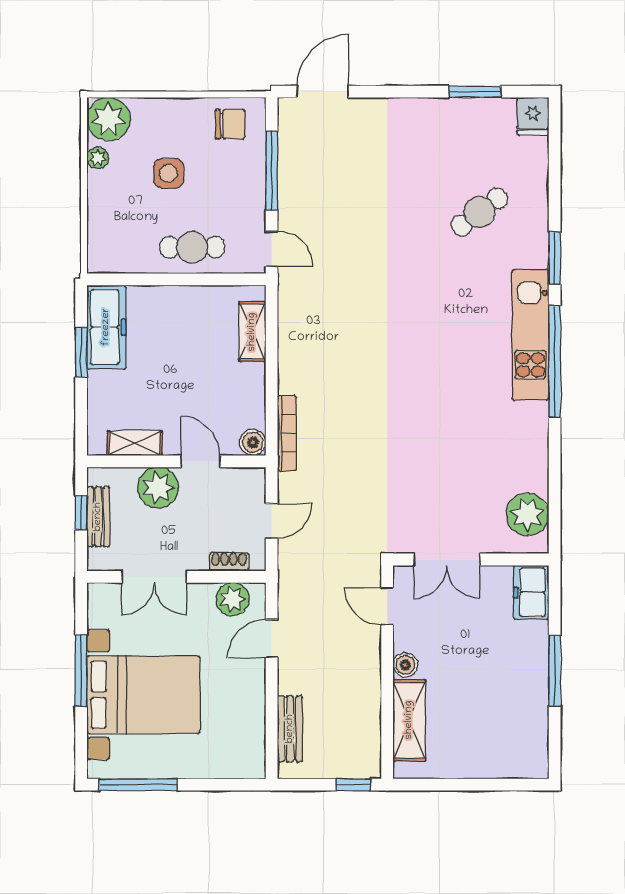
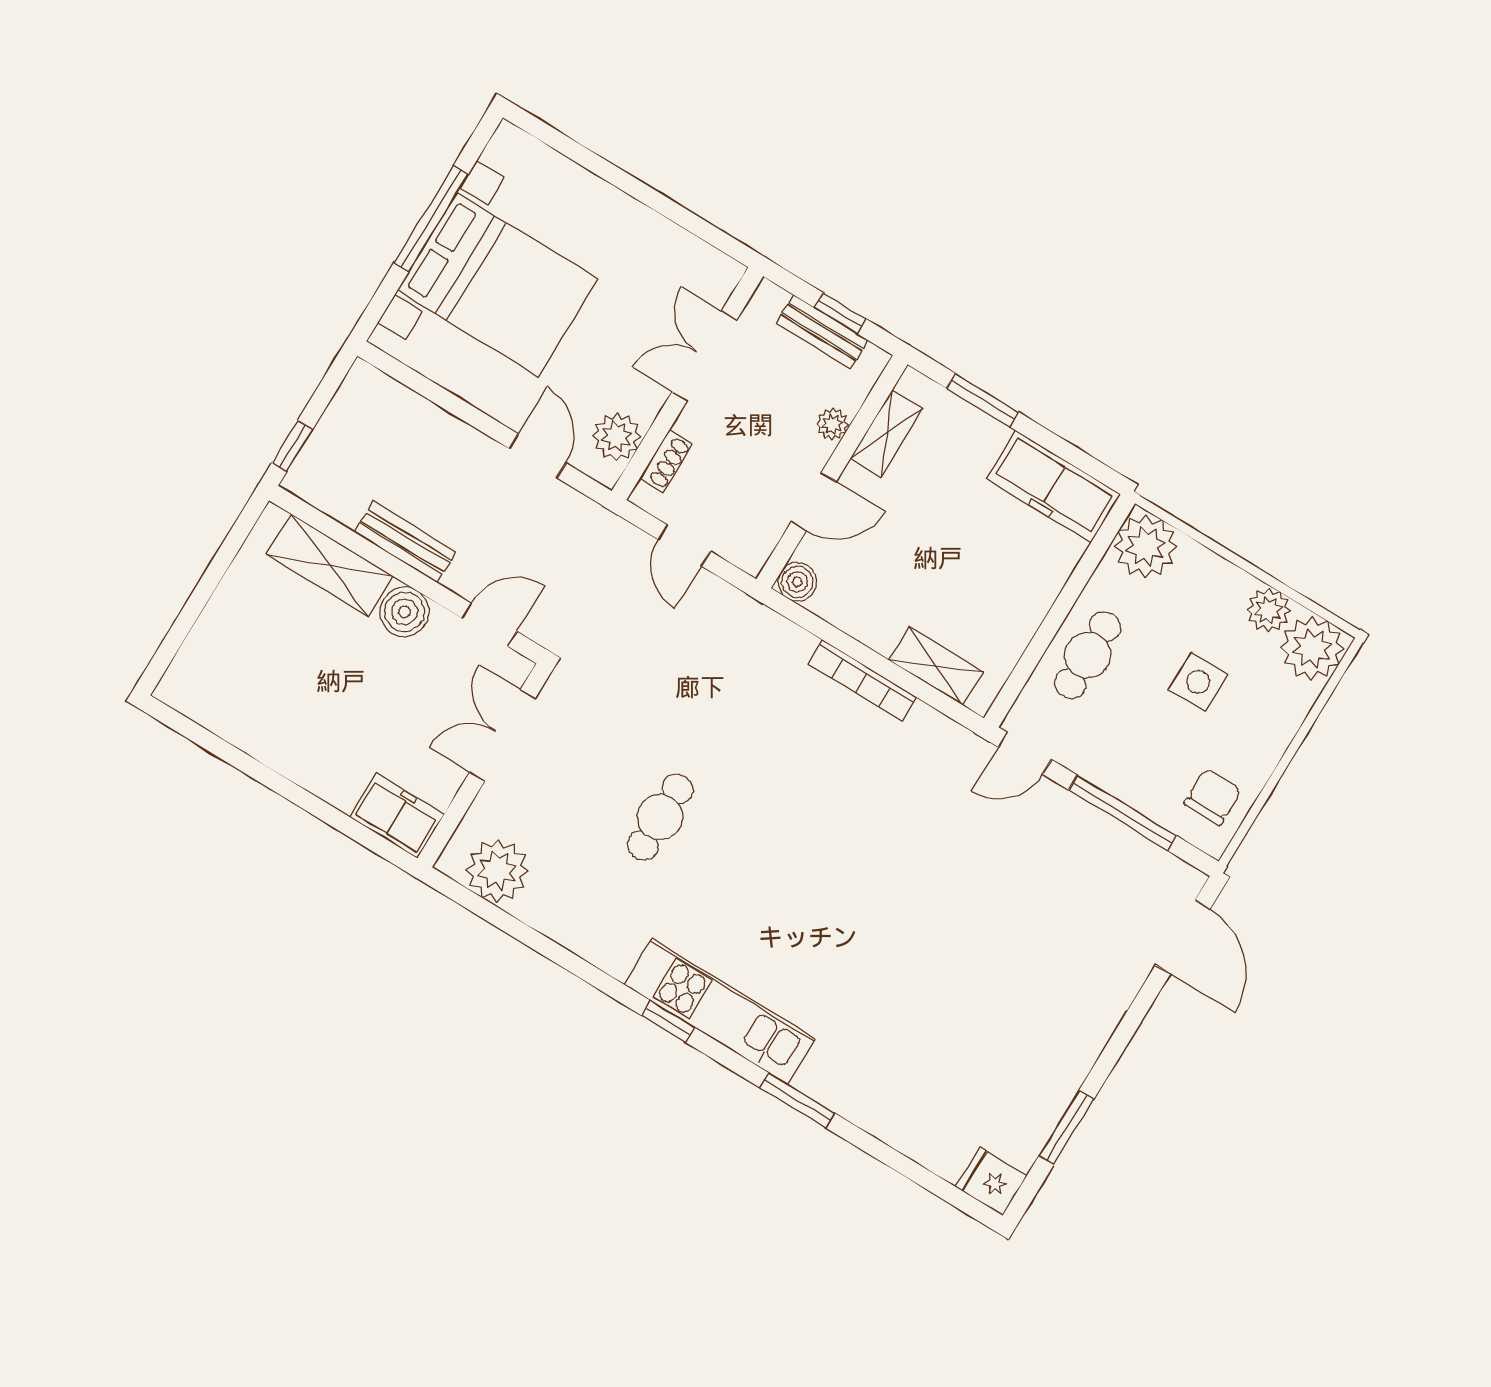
chair: (230, 124) -> (1213, 797), turned 180
plant: (98, 158) -> (1268, 610), width x1.38, depth x1.38
cafe table: (479, 212) -> (660, 817), moved, turned 37
plant: (108, 252) -> (1146, 547), added
window: (81, 353) -> (983, 400), moved
window: (555, 361) -> (668, 1021), width x0.32
bookcase: (287, 433) -> (862, 681), moved
plant: (158, 488) -> (832, 424), width x0.53, depth x0.53
boiler: (405, 665) -> (404, 612), width x1.36, depth x1.36
window: (555, 670) -> (281, 785), removed
window: (81, 671) -> (643, 193), removed
bed with nightstands: (143, 695) -> (498, 285), moved, turned -90
bench: (290, 729) -> (405, 542), moved
window: (138, 785) -> (431, 219), moved

